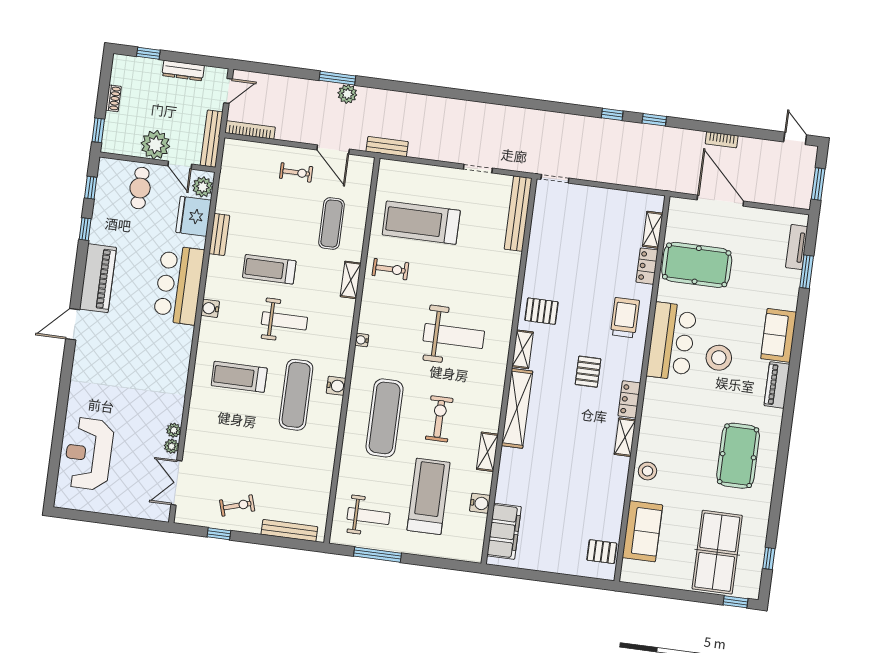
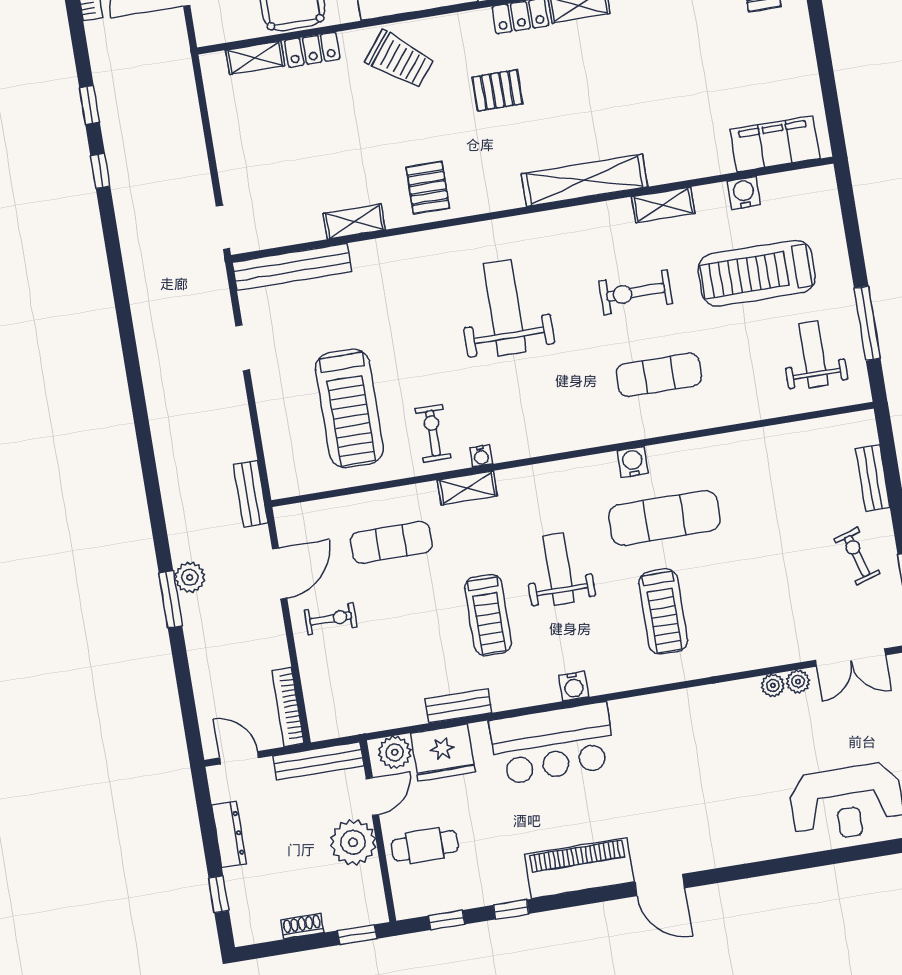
exercise bike: (296, 172) -> (331, 619), turned 90
trolley: (625, 318) -> (400, 60), turned -142
water cooler: (362, 340) -> (481, 456), moved
shelving: (523, 349) -> (354, 222), moved
exercise mat: (385, 418) -> (659, 375), width x0.73, depth x0.69
bench: (289, 531) -> (873, 478), width x0.73

